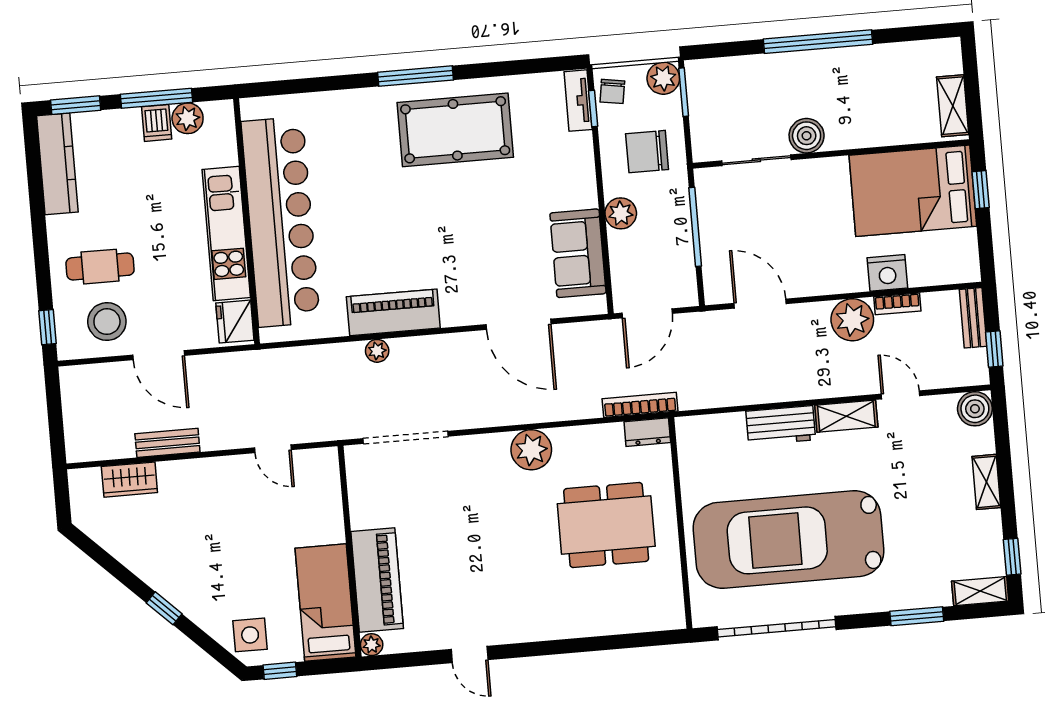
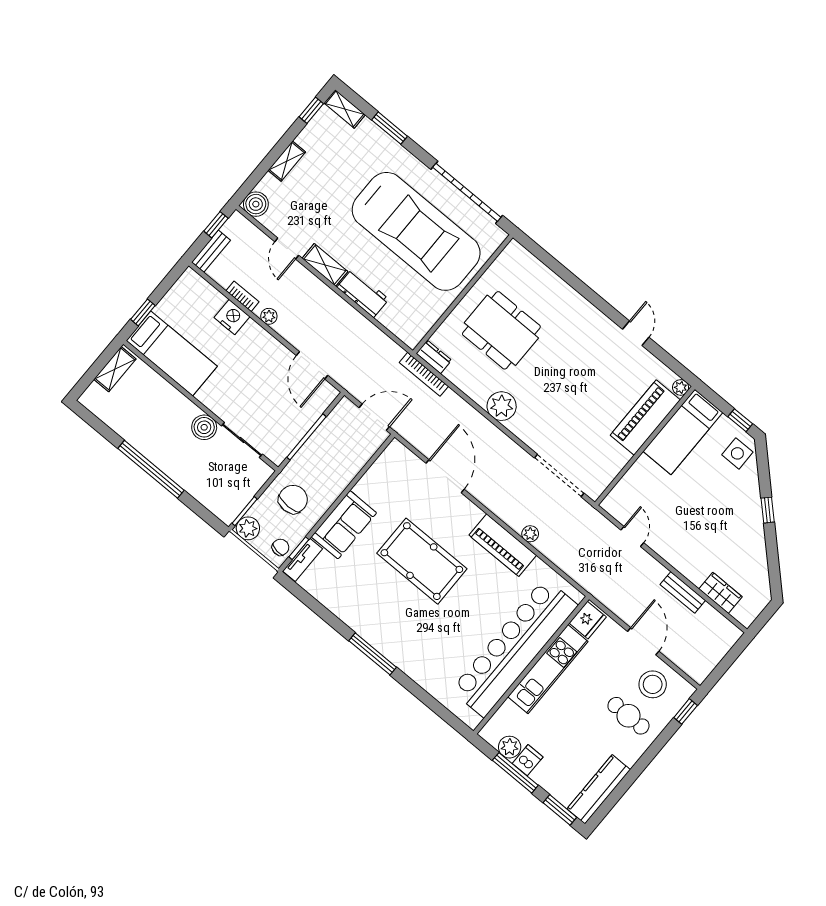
pool table: (455, 130) -> (422, 561), moved
chair: (647, 152) -> (293, 499), turned -90
bed: (913, 191) -> (172, 353), width x0.67
plant: (621, 213) -> (338, 481), removed
sofa: (578, 253) -> (344, 525), moved
plant: (852, 320) -> (269, 316), width x0.53, depth x0.53

